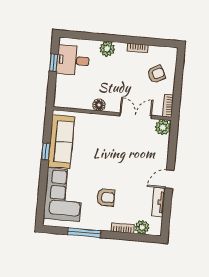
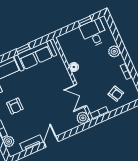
double door: (136, 116) -> (80, 95), swing flipped
door: (170, 179) -> (51, 142), hinge flipped

